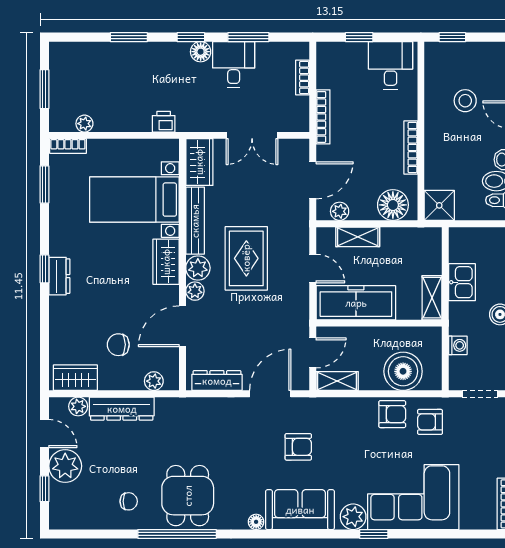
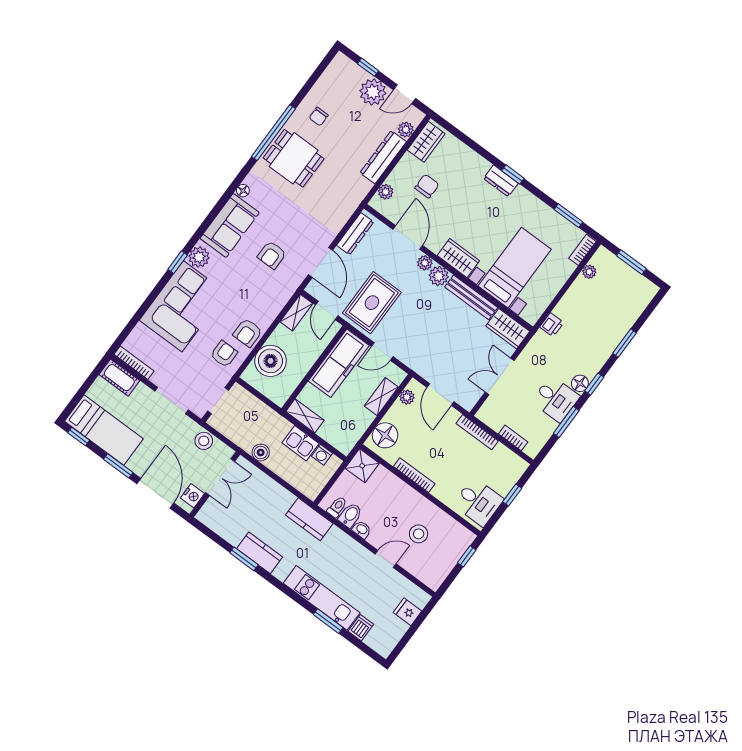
rug: (246, 258) -> (372, 303), moved, turned 90
washing machine: (458, 345) -> (322, 455), moved

